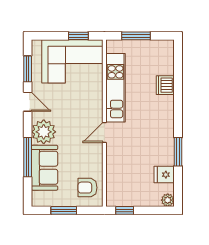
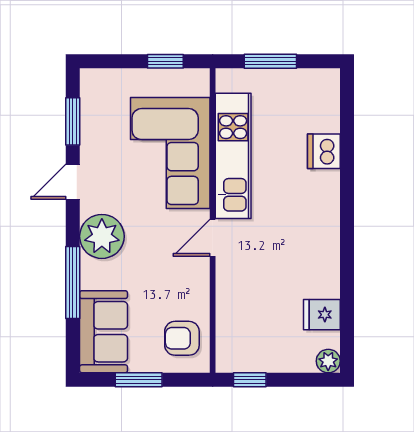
corner sofa: (72, 61) -> (170, 153), moved, turned 90
door: (28, 102) -> (73, 182), swing flipped
window: (178, 152) -> (347, 273), removed
sofa: (45, 168) -> (104, 332), moved

